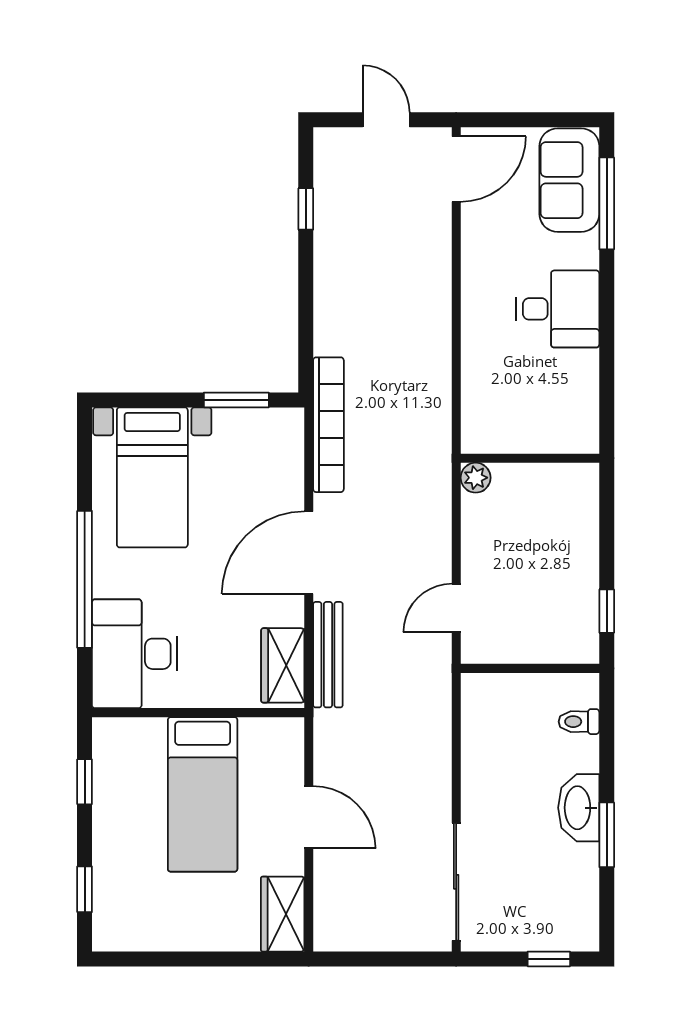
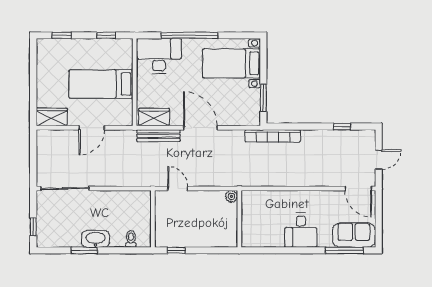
bookcase: (328, 425) -> (273, 136), moved

